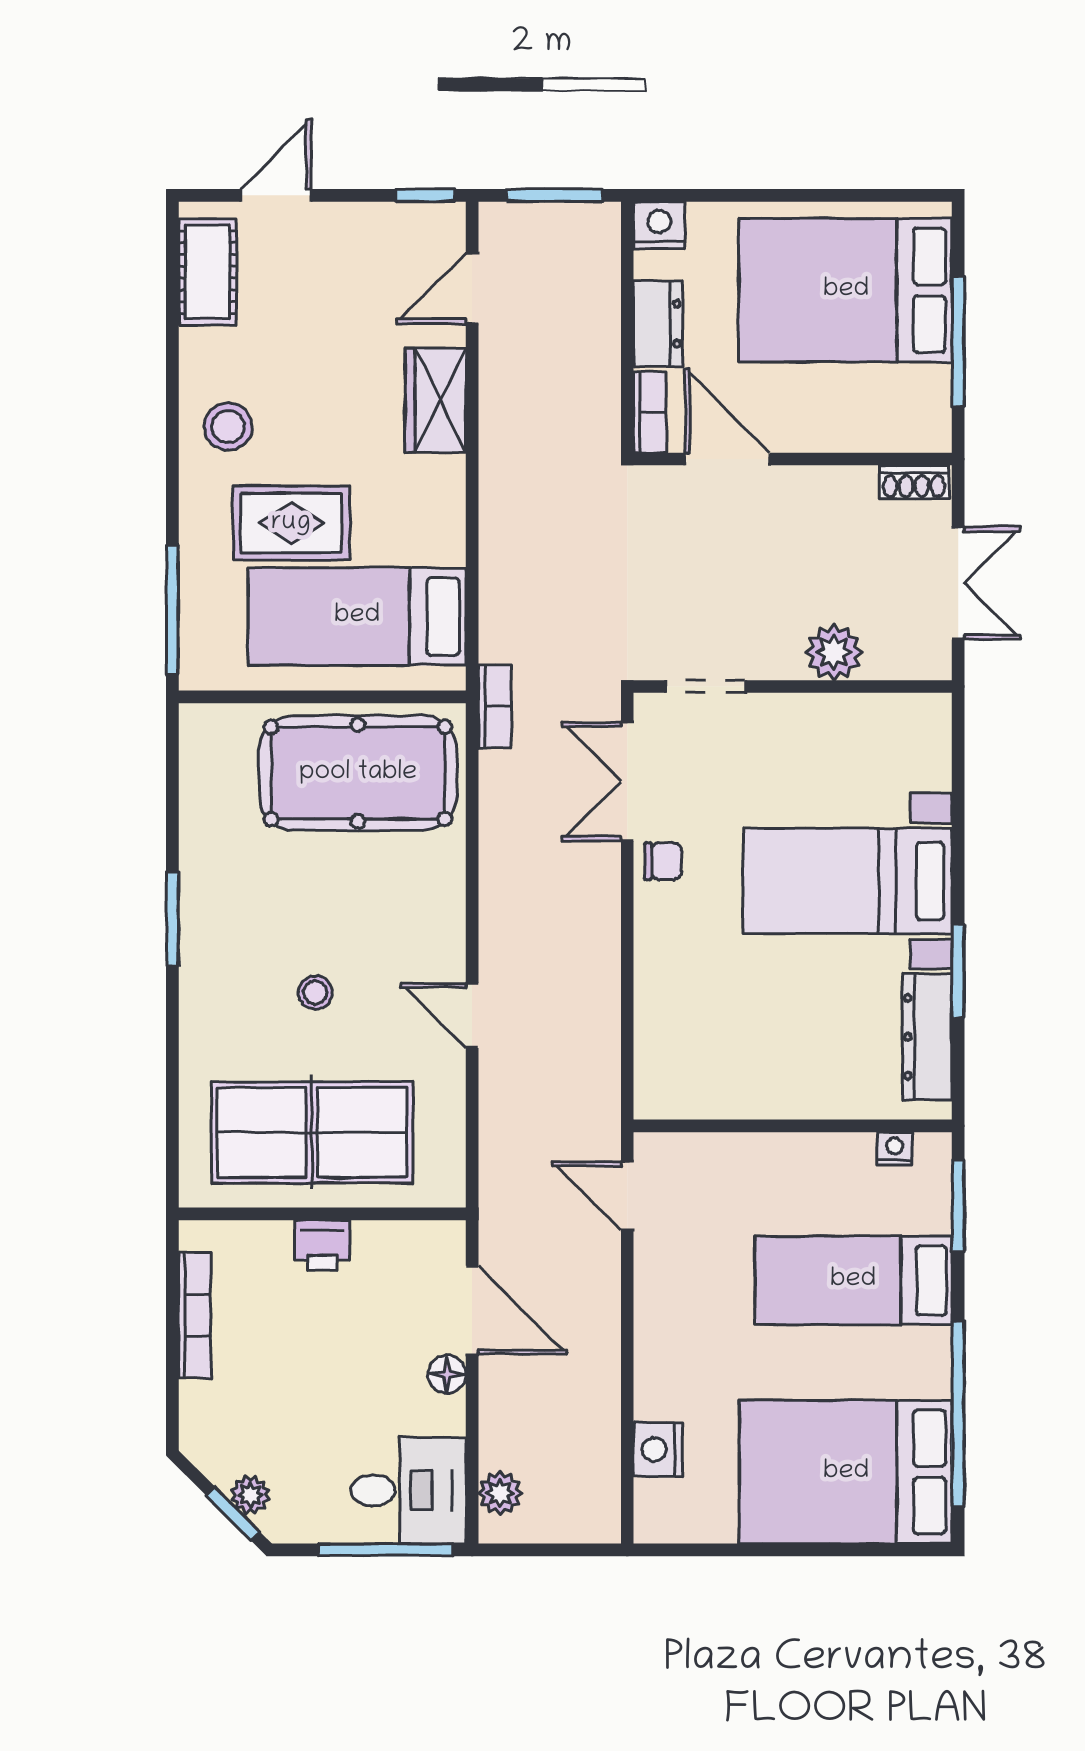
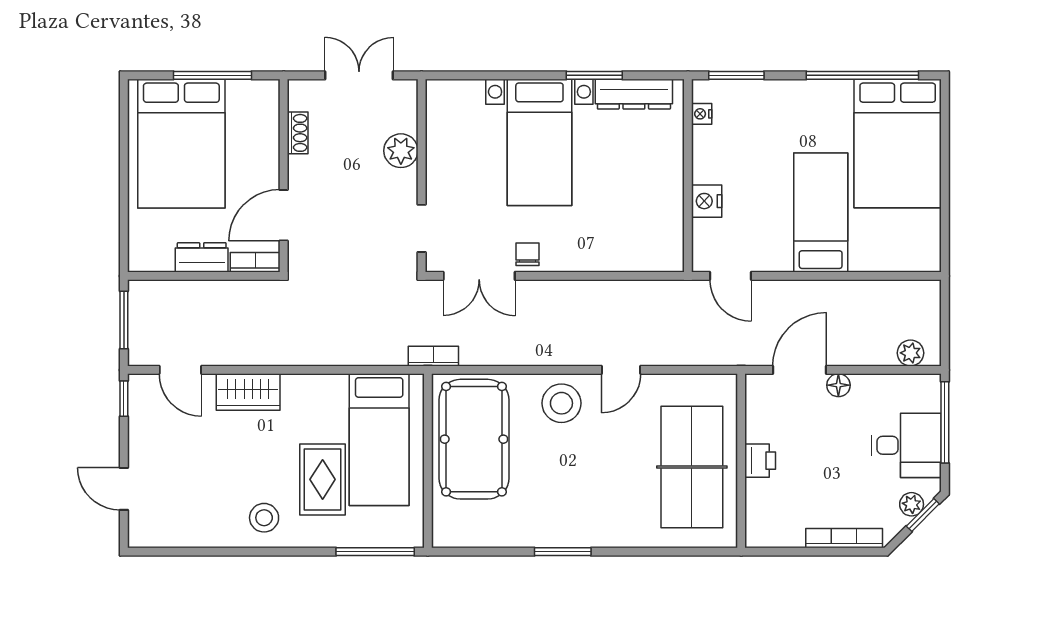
nightstand: (659, 225) -> (142, 257), removed
cot: (208, 272) -> (170, 530), removed
shoe rack: (914, 482) -> (298, 133), moved
stool: (315, 992) -> (561, 403), moved, width x1.89, depth x1.89
door: (627, 1196) -> (731, 276), hinge flipped
bed: (853, 1280) -> (821, 212), moved, turned 180
bookcase: (195, 1315) -> (844, 538), moved
nightstand: (658, 1449) -> (707, 201), moved, turned 90
desk: (409, 1490) -> (906, 445), moved, turned 90

